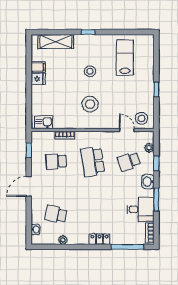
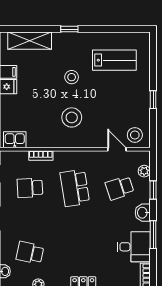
lab bench: (125, 57) -> (114, 60), turned 90

